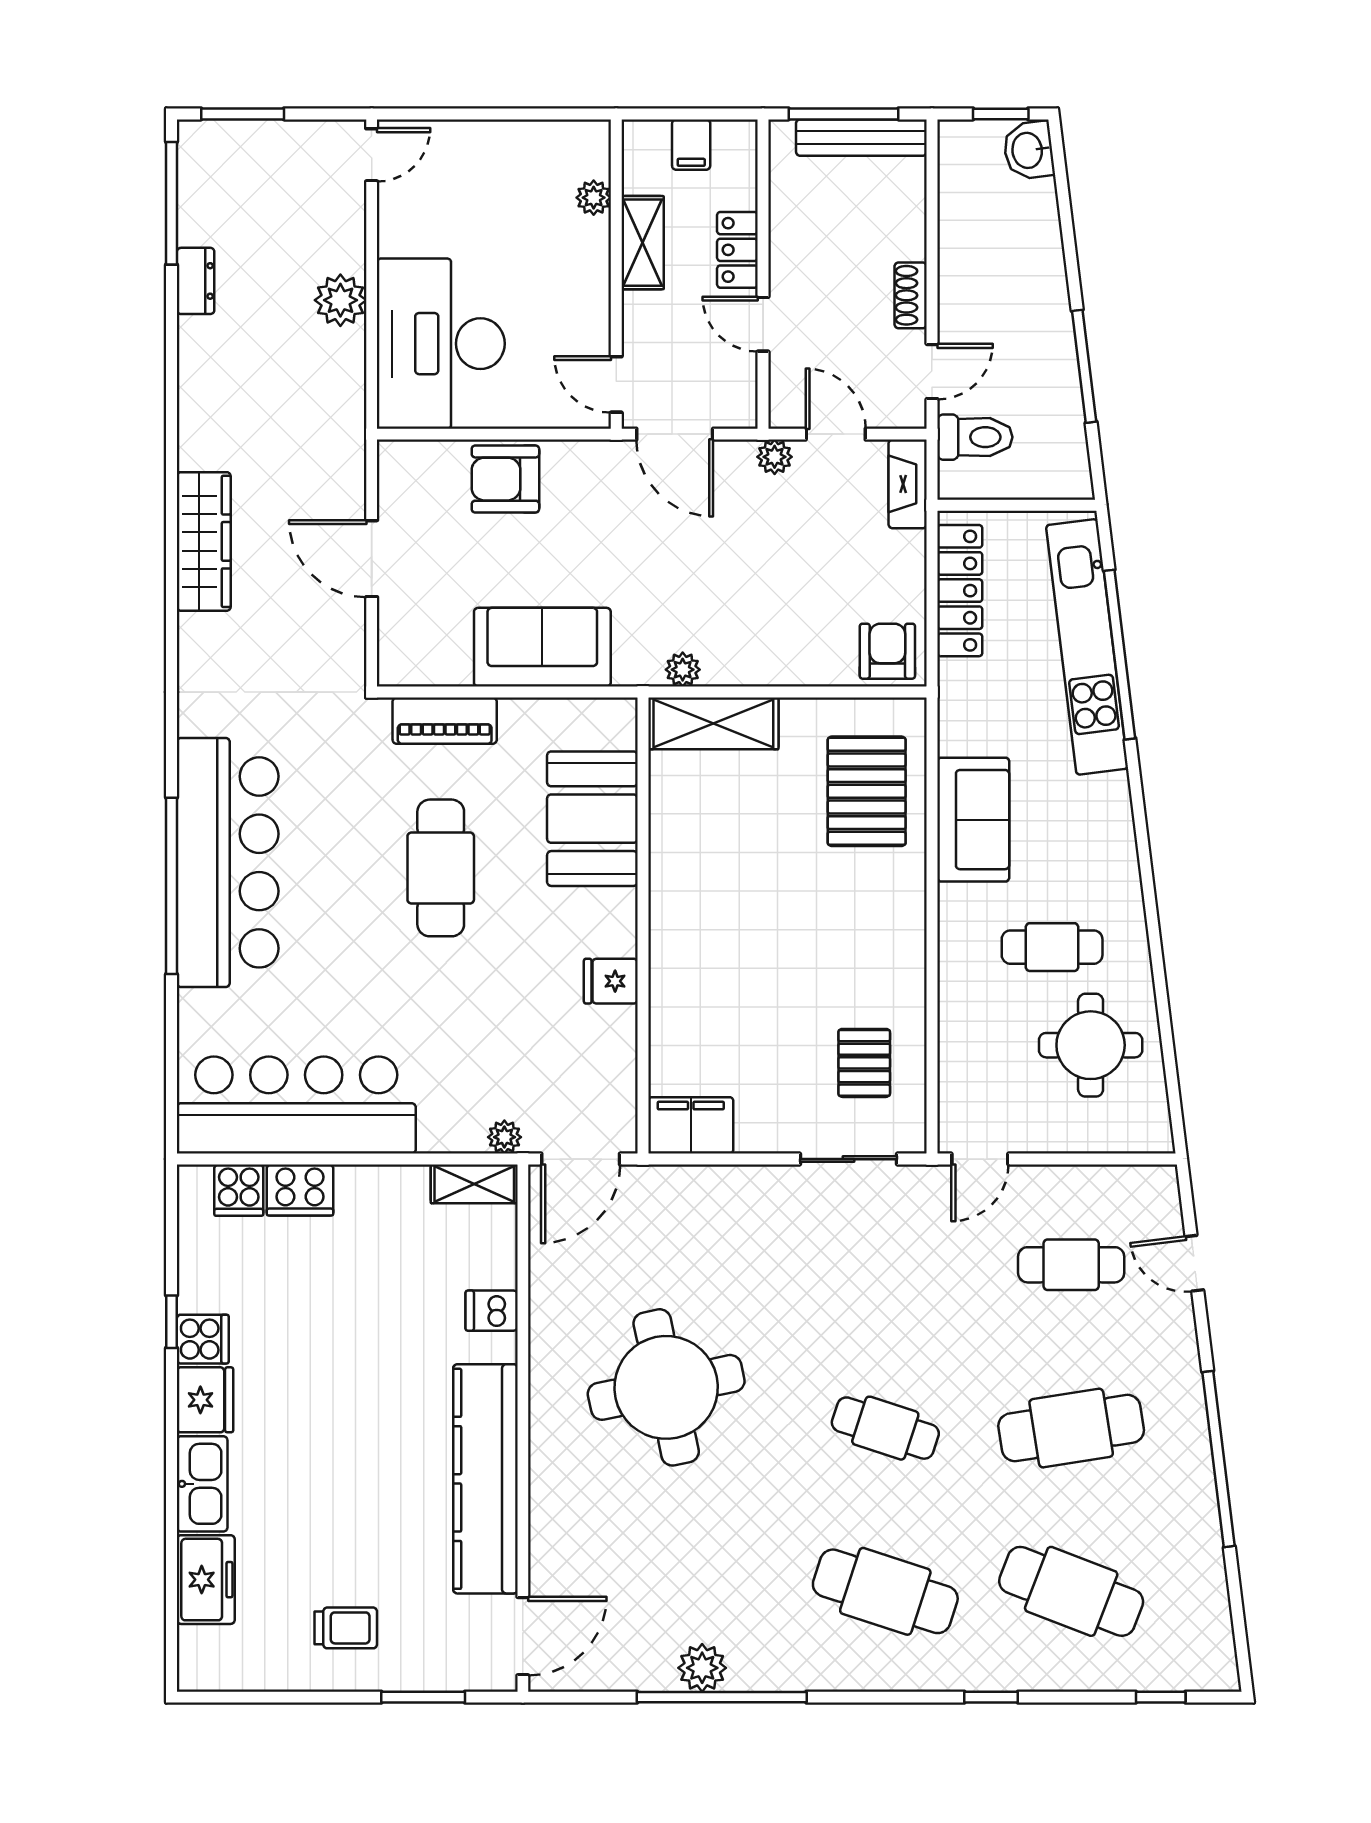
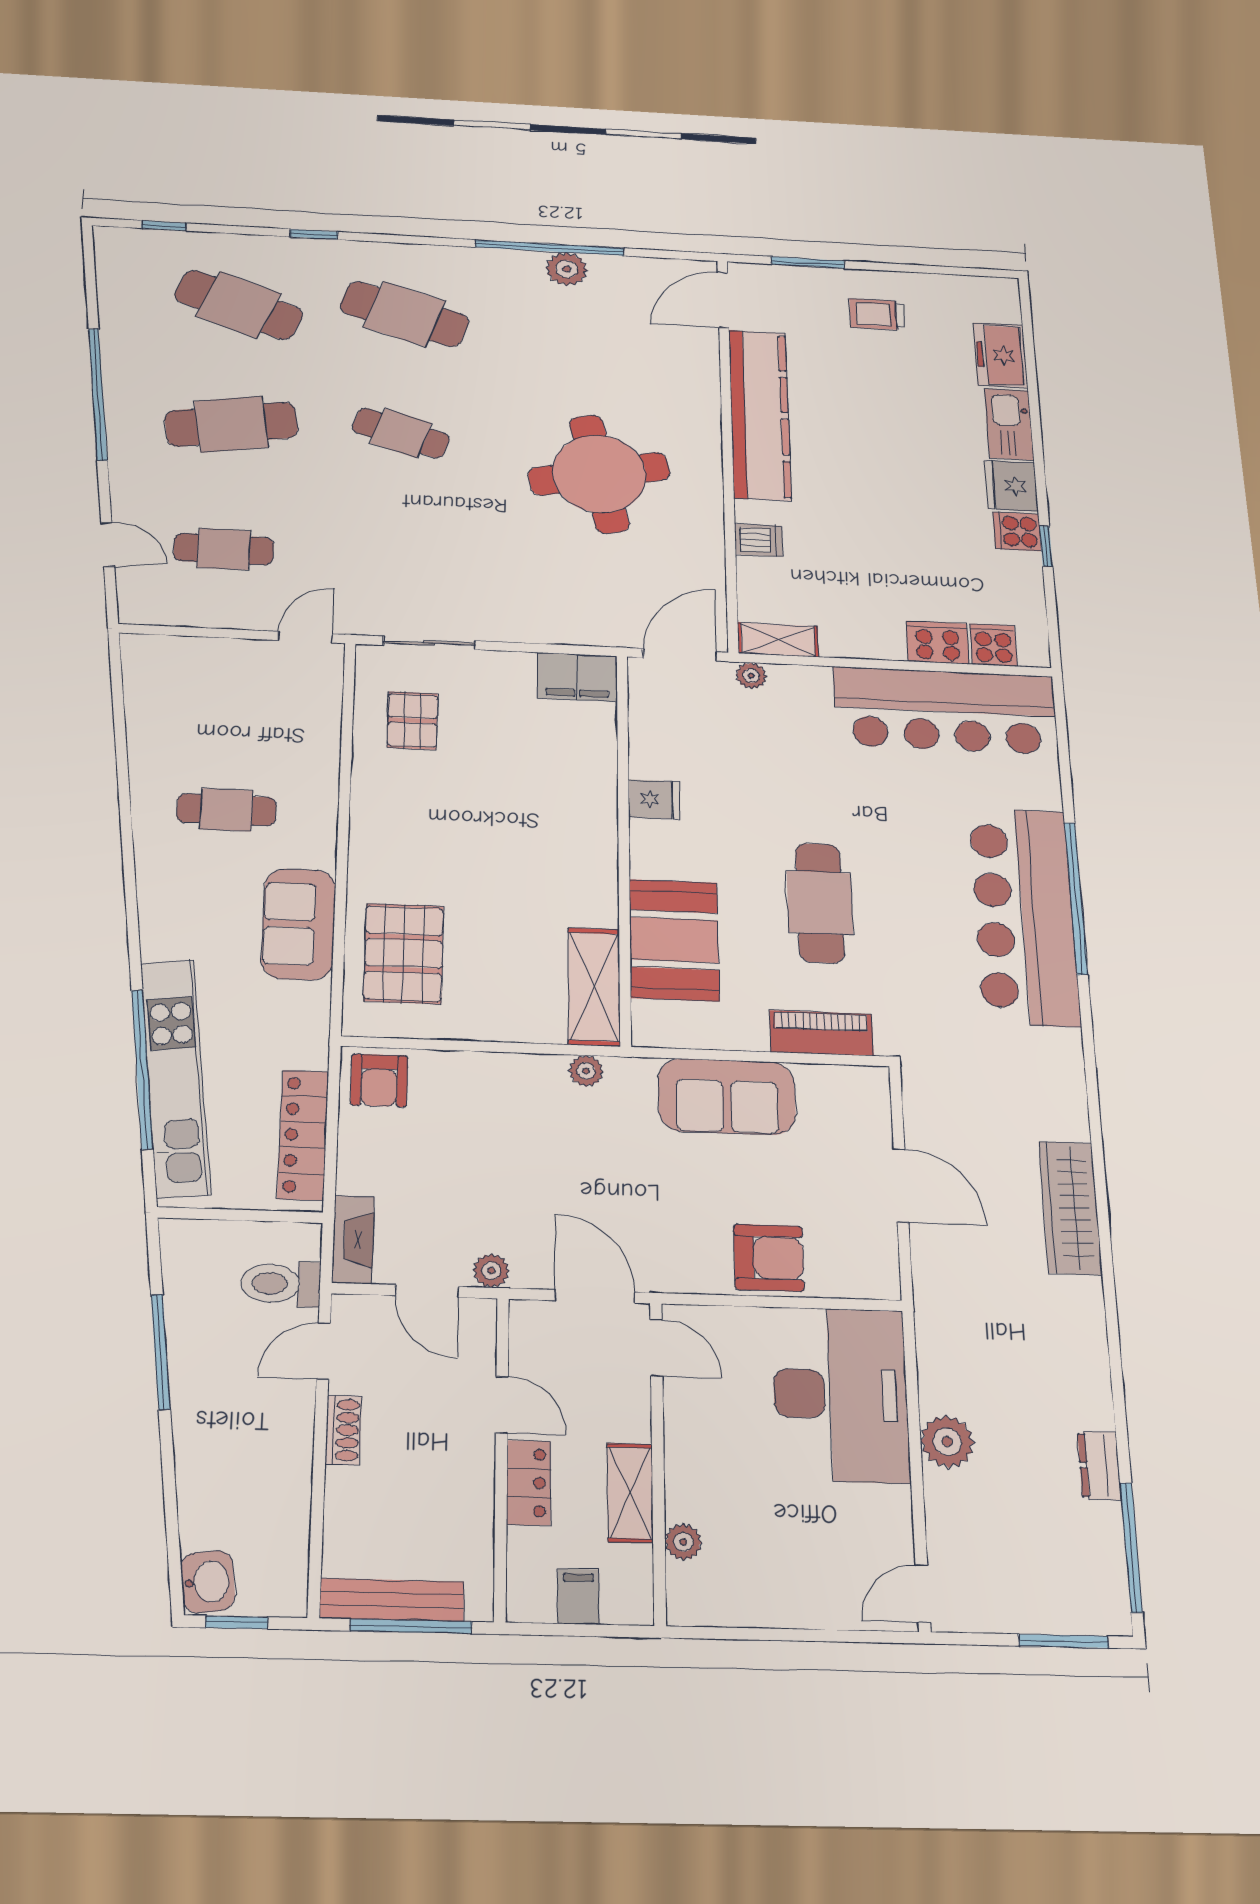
shelving: (713, 723) -> (594, 987), moved, turned 90
round table: (1091, 1045) -> (194, 725), removed

